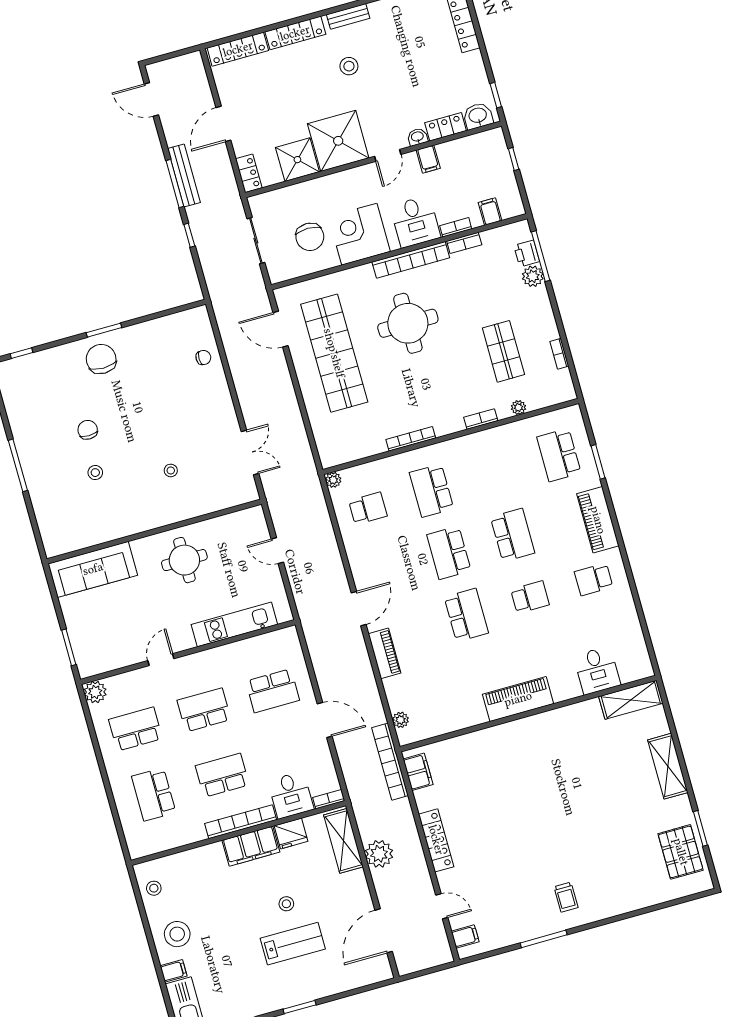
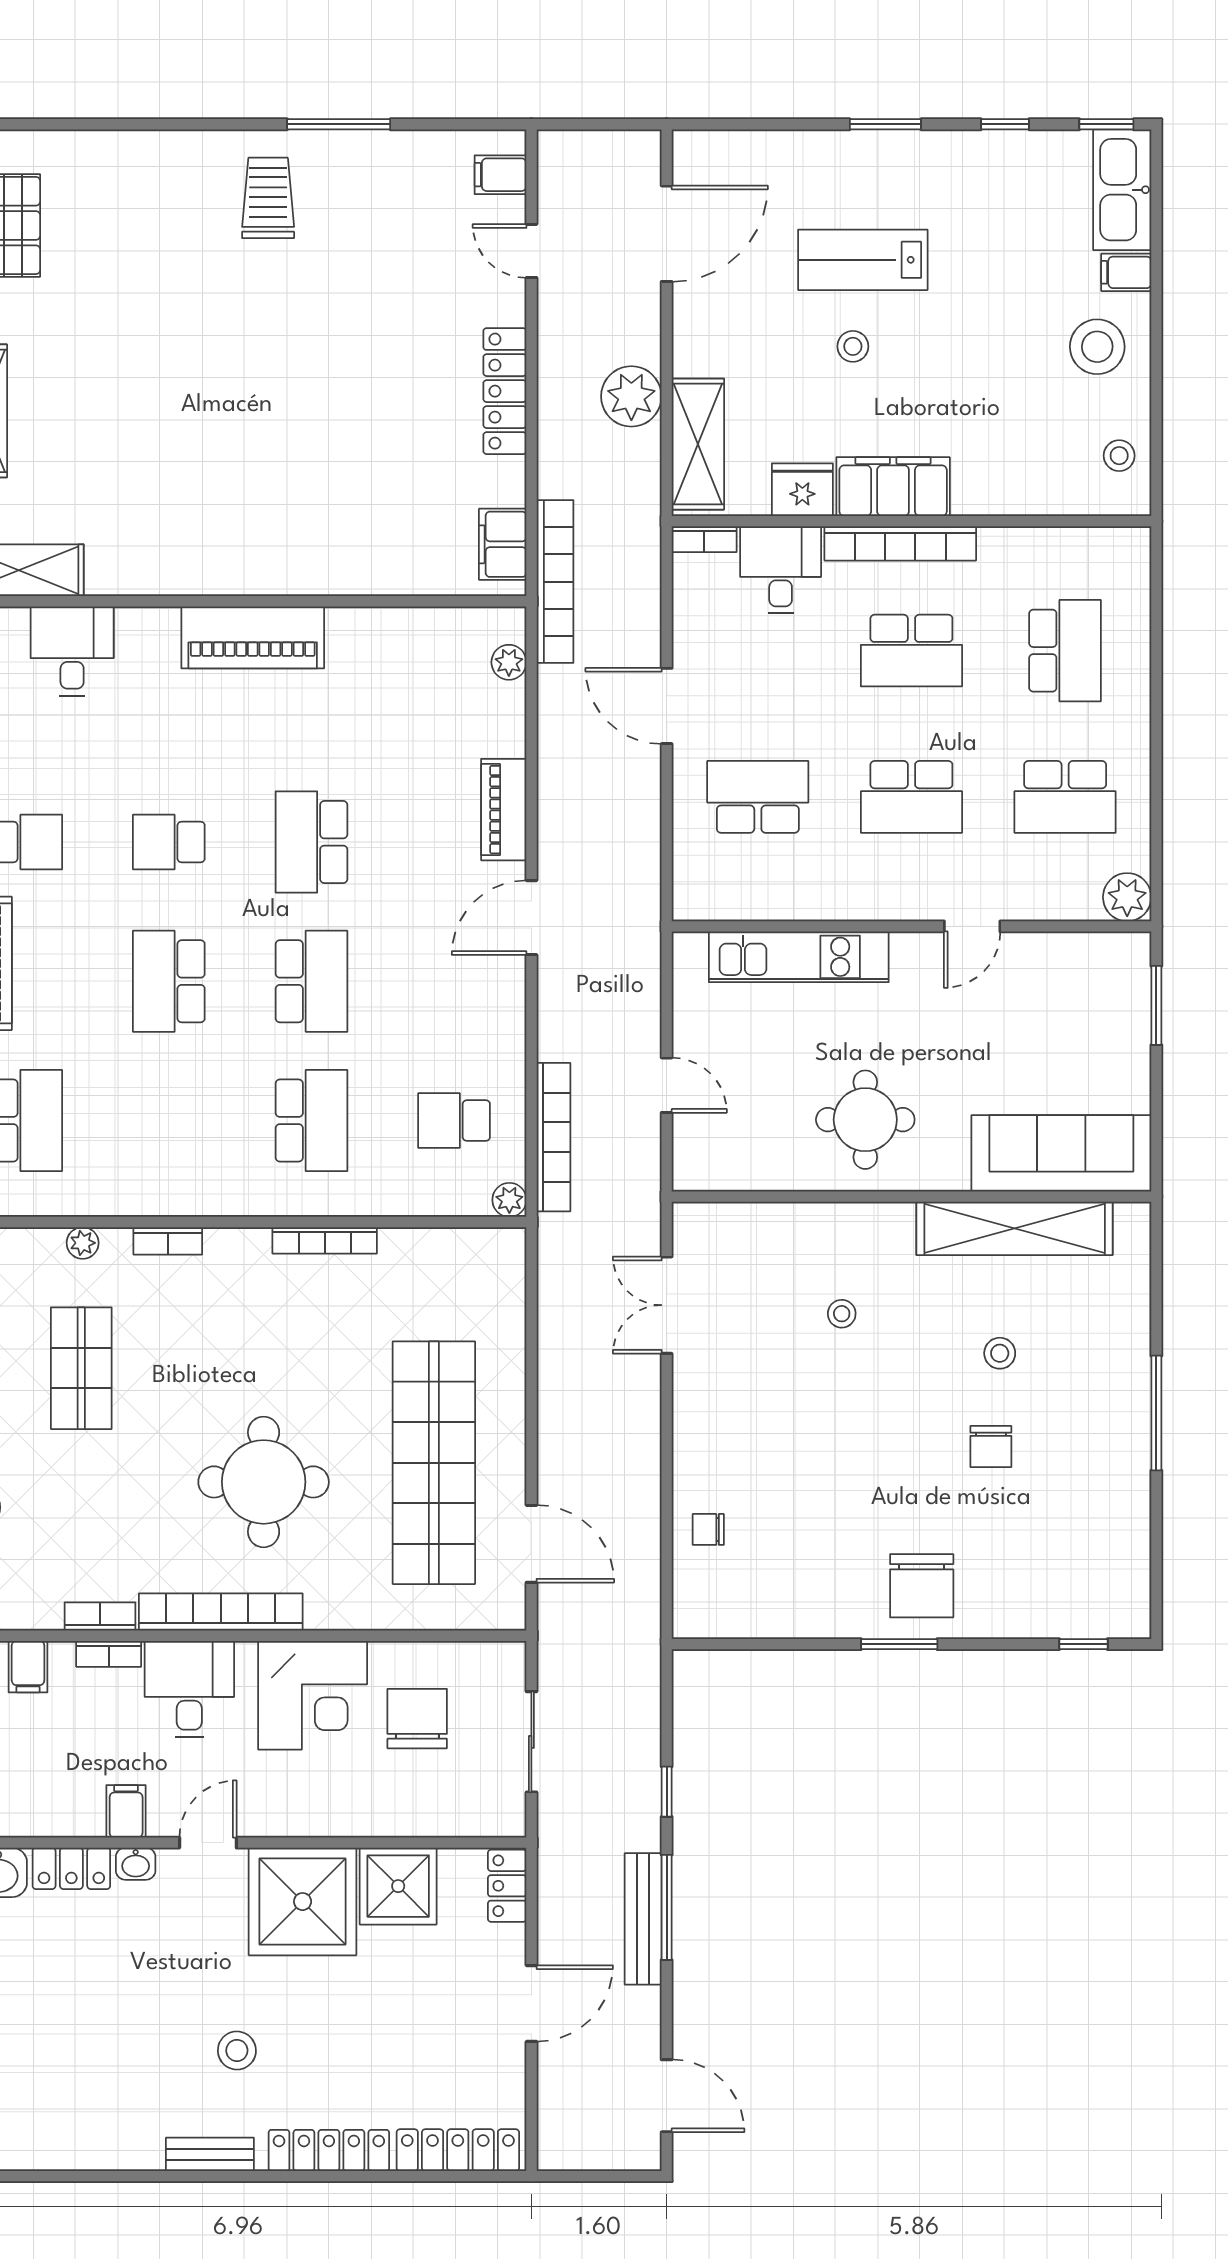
bookcase: (321, 513) -> (553, 1137), added
shelving: (104, 530) -> (1015, 1228), added
trolley: (566, 897) -> (268, 198), width x1.36, depth x1.39

